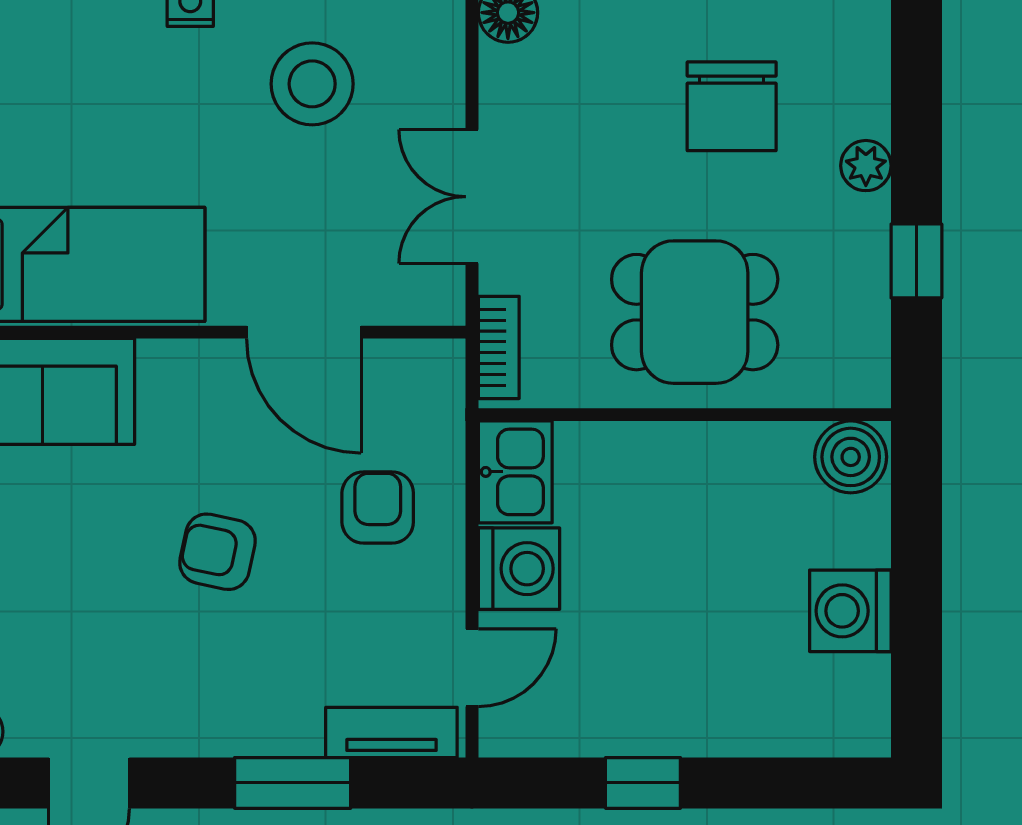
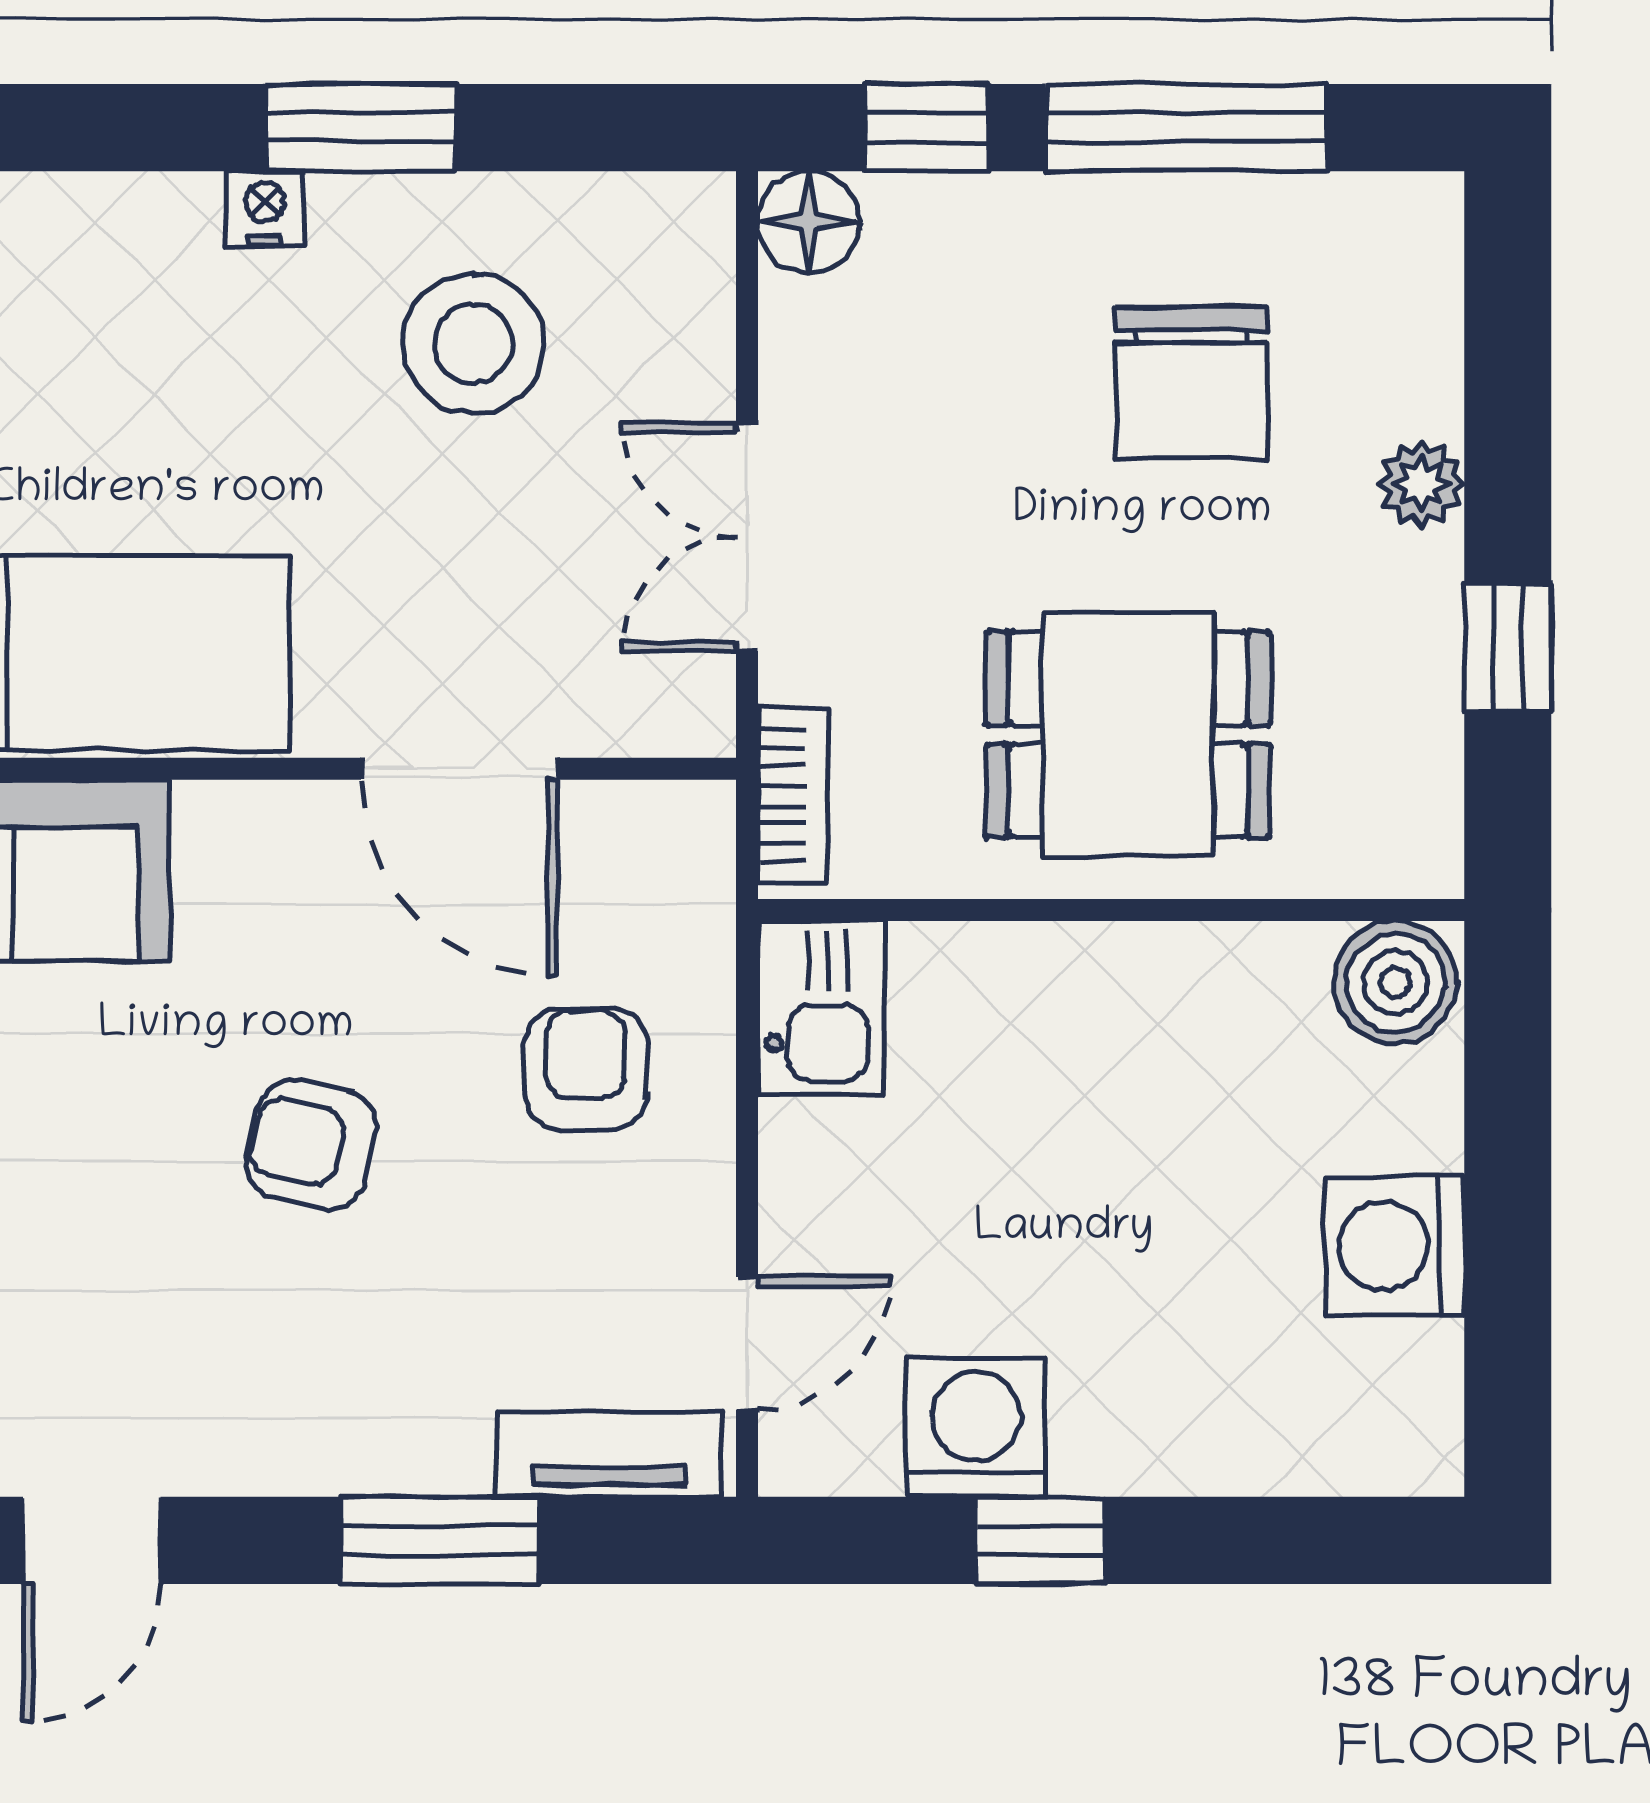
washing machine: (519, 569) -> (976, 1427), moved, turned -90

